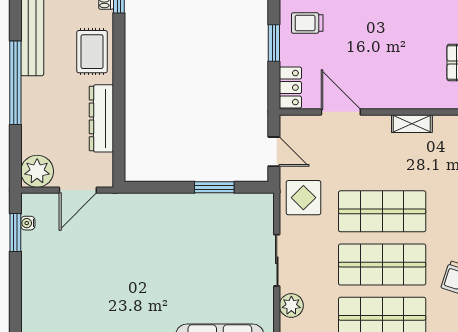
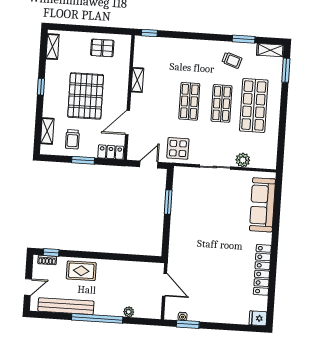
pallet: (380, 40) -> (86, 96), added
dresser: (101, 118) -> (122, 268), removed
plant: (37, 171) -> (129, 312), moved, width x0.53, depth x0.53
shop shelf: (382, 211) -> (189, 101), width x0.70, depth x0.74
shop shelf: (382, 265) -> (222, 103), width x0.70, depth x0.74

